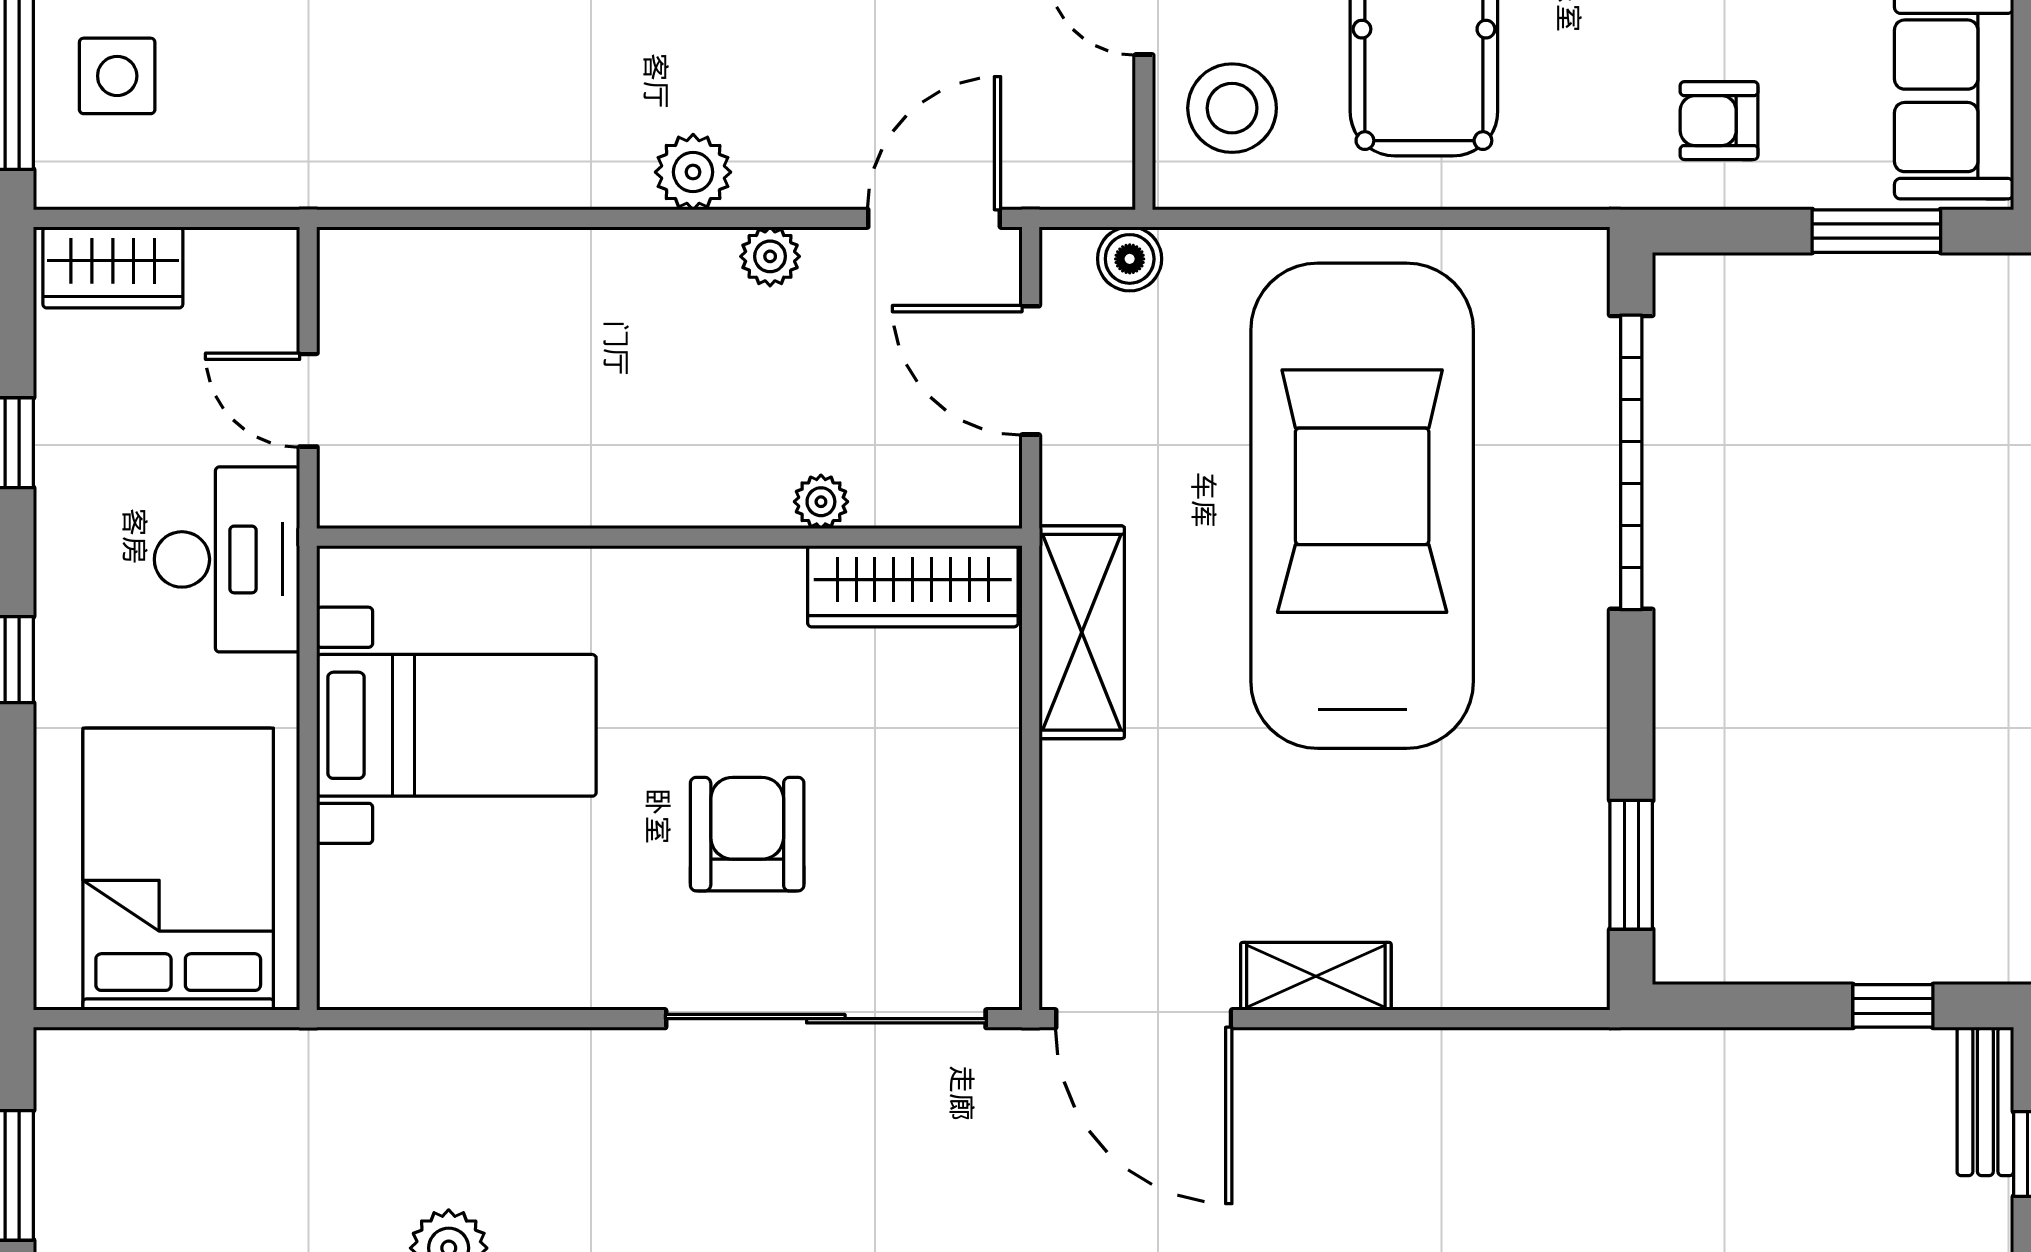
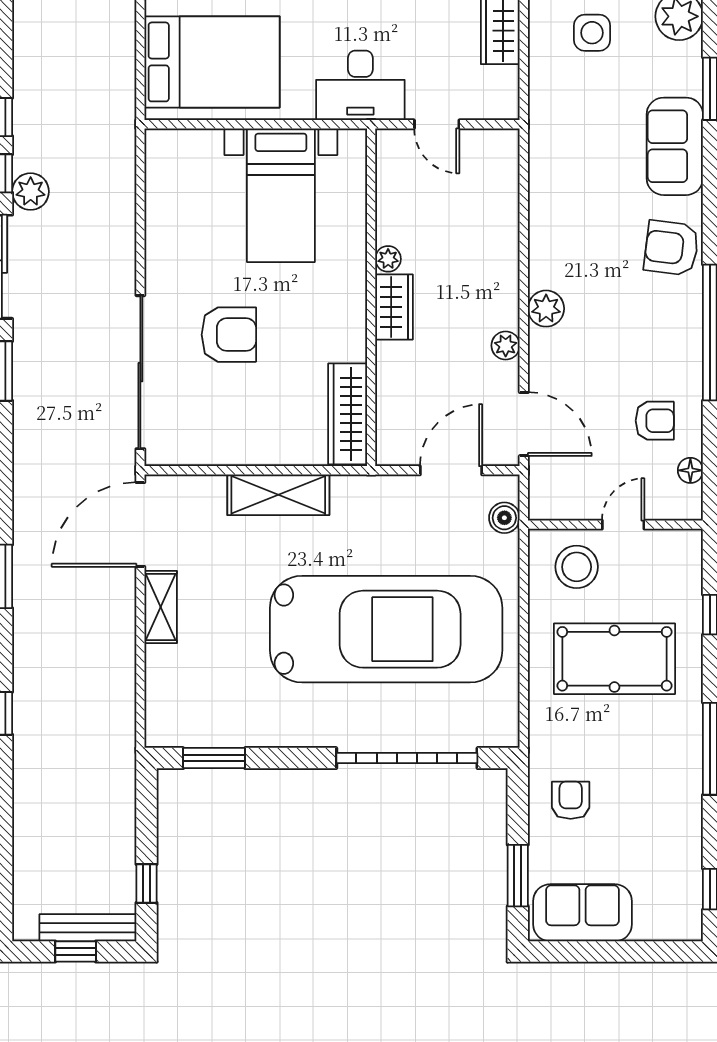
door: (308, 400) -> (437, 124), swing flipped
wardrobe: (690, 489) -> (394, 307), added
plant: (821, 502) -> (388, 259), moved
shelving: (1082, 632) -> (278, 495), moved
bench: (1985, 1101) -> (88, 928), width x1.36

